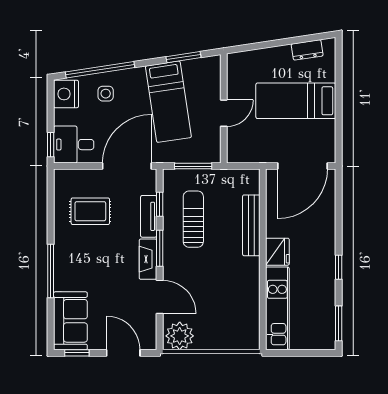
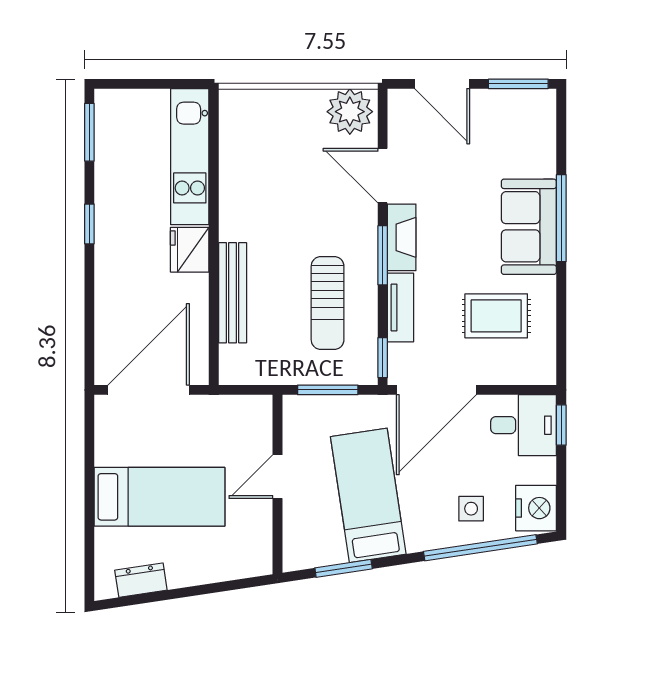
window: (160, 204) -> (383, 358), moved
sofa: (70, 321) -> (529, 227), moved
window: (77, 353) -> (518, 84), width x1.50

